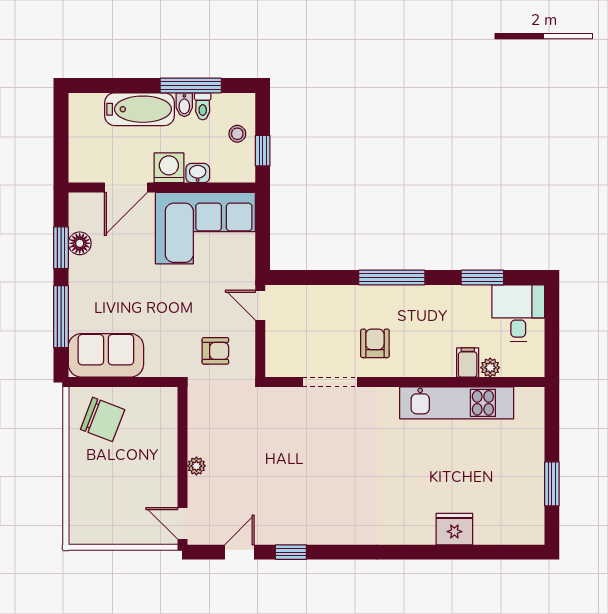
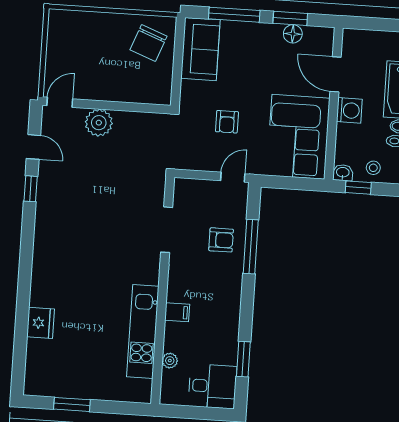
washbasin: (198, 173) -> (343, 173), moved, turned -90
window: (392, 277) -> (251, 247), moved
armchair: (375, 343) -> (221, 240), moved
armchair: (215, 351) -> (227, 122), moved
filing cabinet: (468, 362) -> (177, 312), moved
plant: (196, 466) -> (99, 123), width x1.87, depth x1.87

